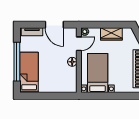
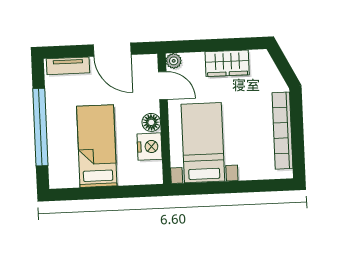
door: (79, 44) -> (163, 86), hinge flipped
bed: (29, 72) -> (97, 146), moved
nightstand: (71, 74) -> (150, 147), added

